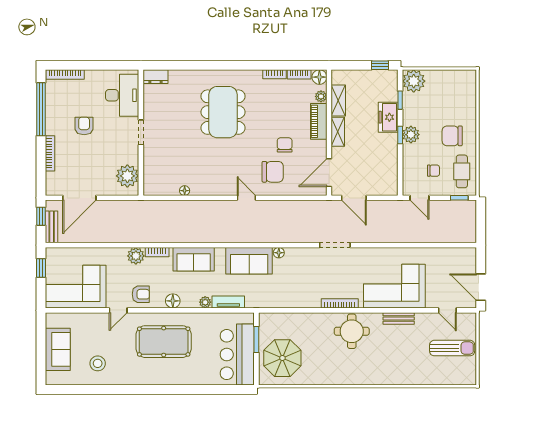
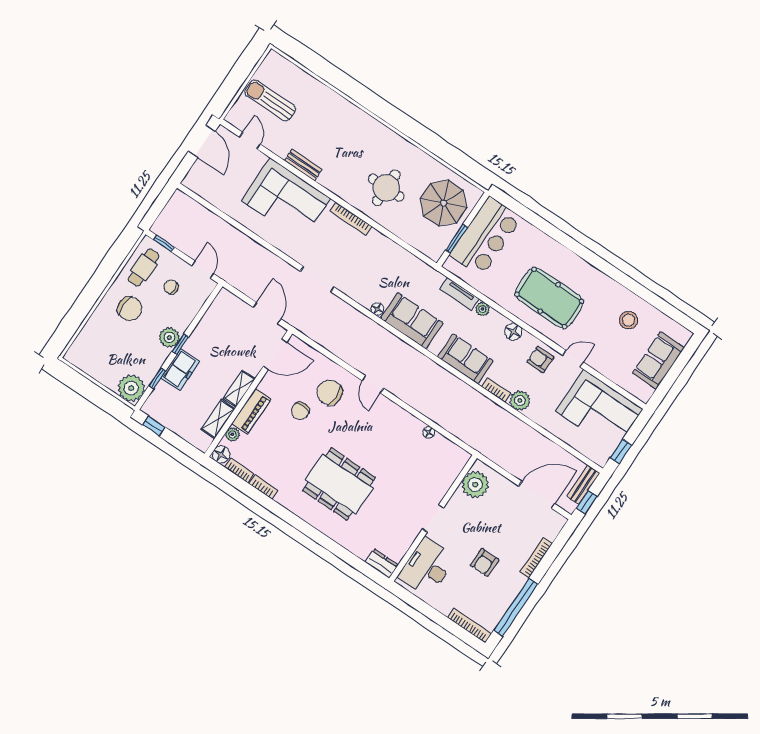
dining table: (223, 112) -> (339, 484), turned 90
round table: (352, 331) -> (386, 188), moved

